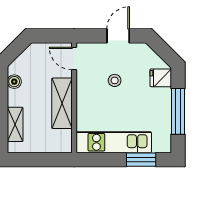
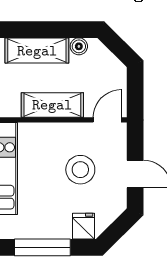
stool: (115, 80) -> (80, 170), width x1.89, depth x1.89
shelving: (15, 124) -> (37, 51), width x1.50, depth x1.33

